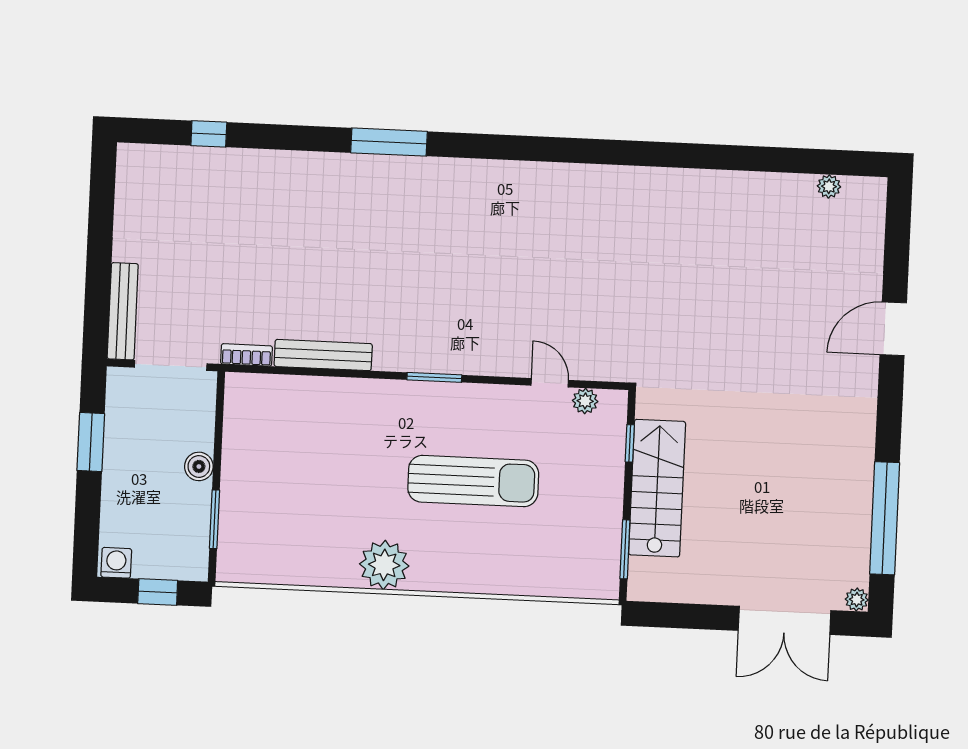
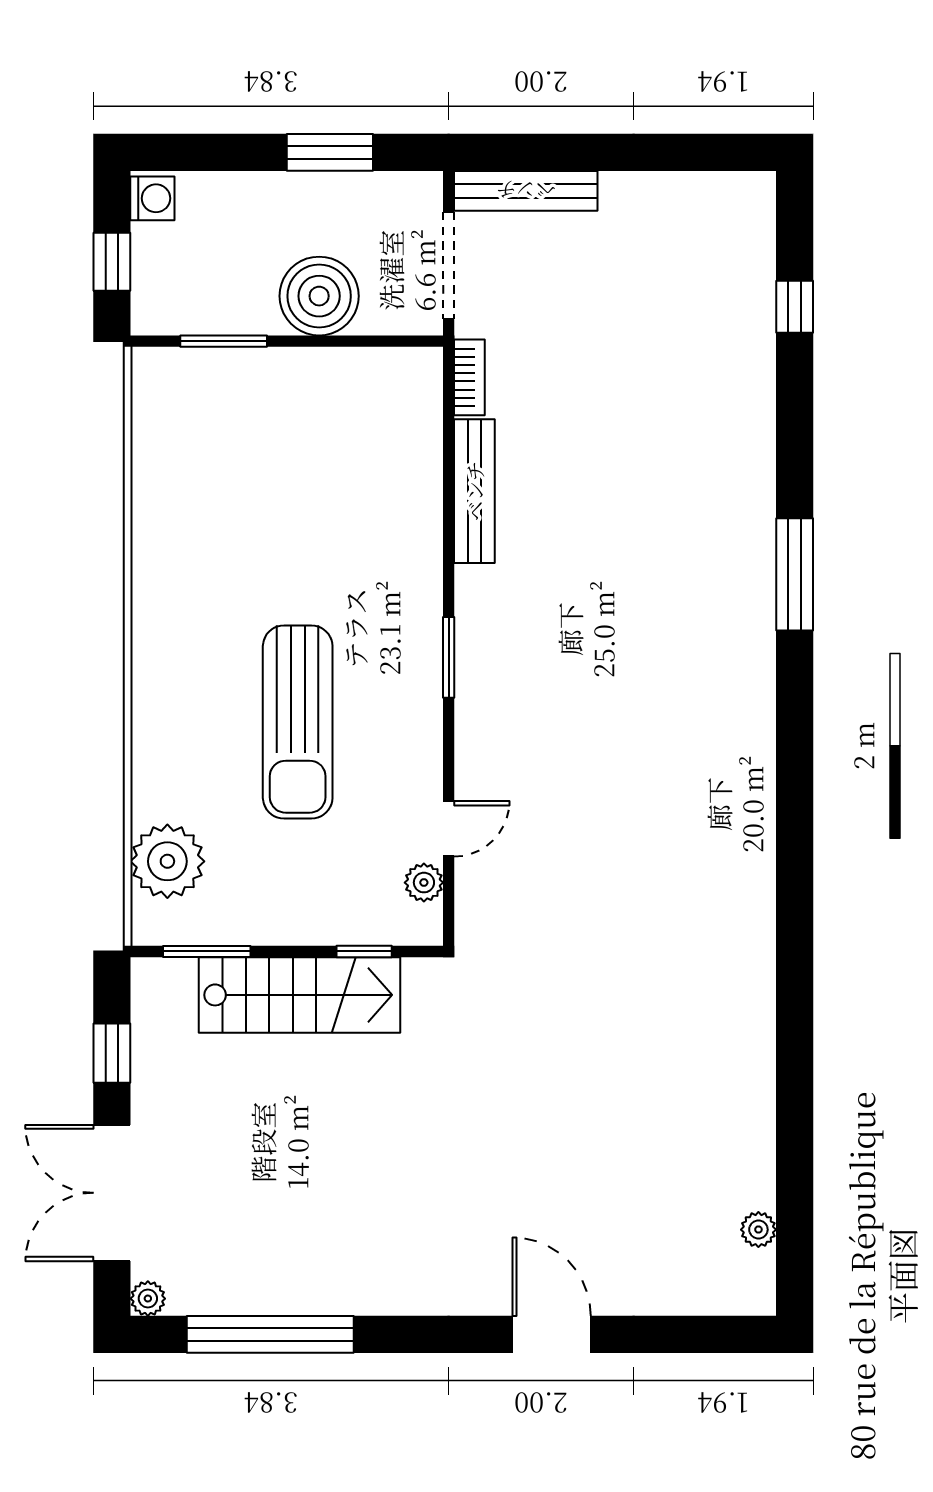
boiler: (199, 466) -> (319, 296), width x1.86, depth x1.86
plant: (384, 565) -> (167, 861), moved
window: (690, 616) -> (112, 1053), added

